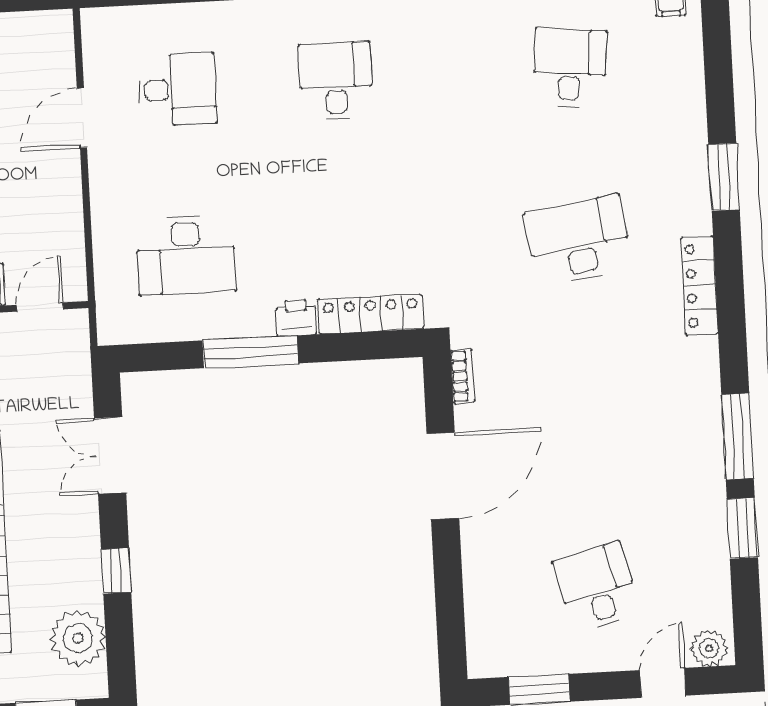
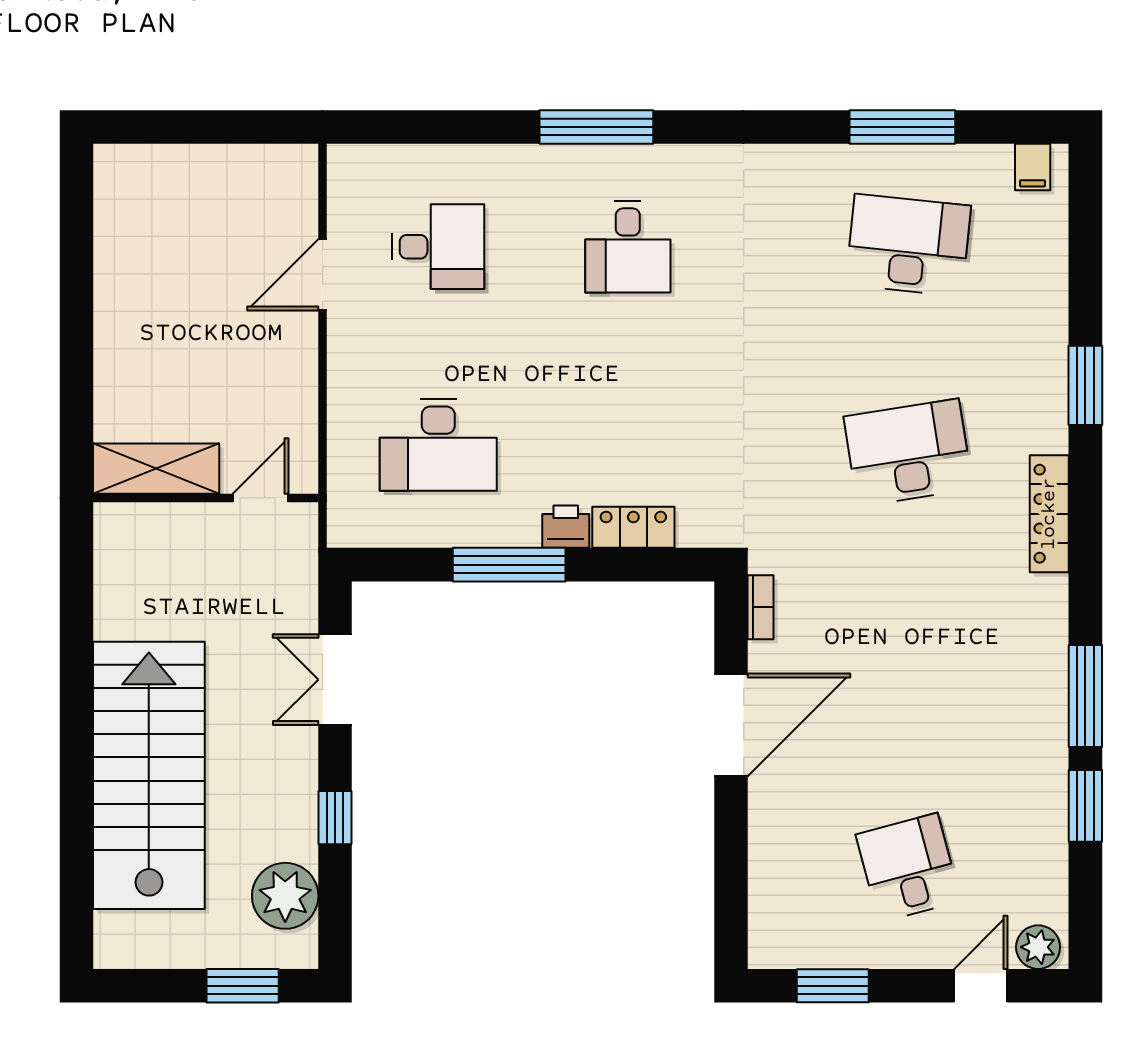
desk: (570, 67) -> (908, 245), width x1.37
desk: (336, 81) -> (628, 247), turned 180
locker: (371, 314) -> (633, 527), width x0.66

